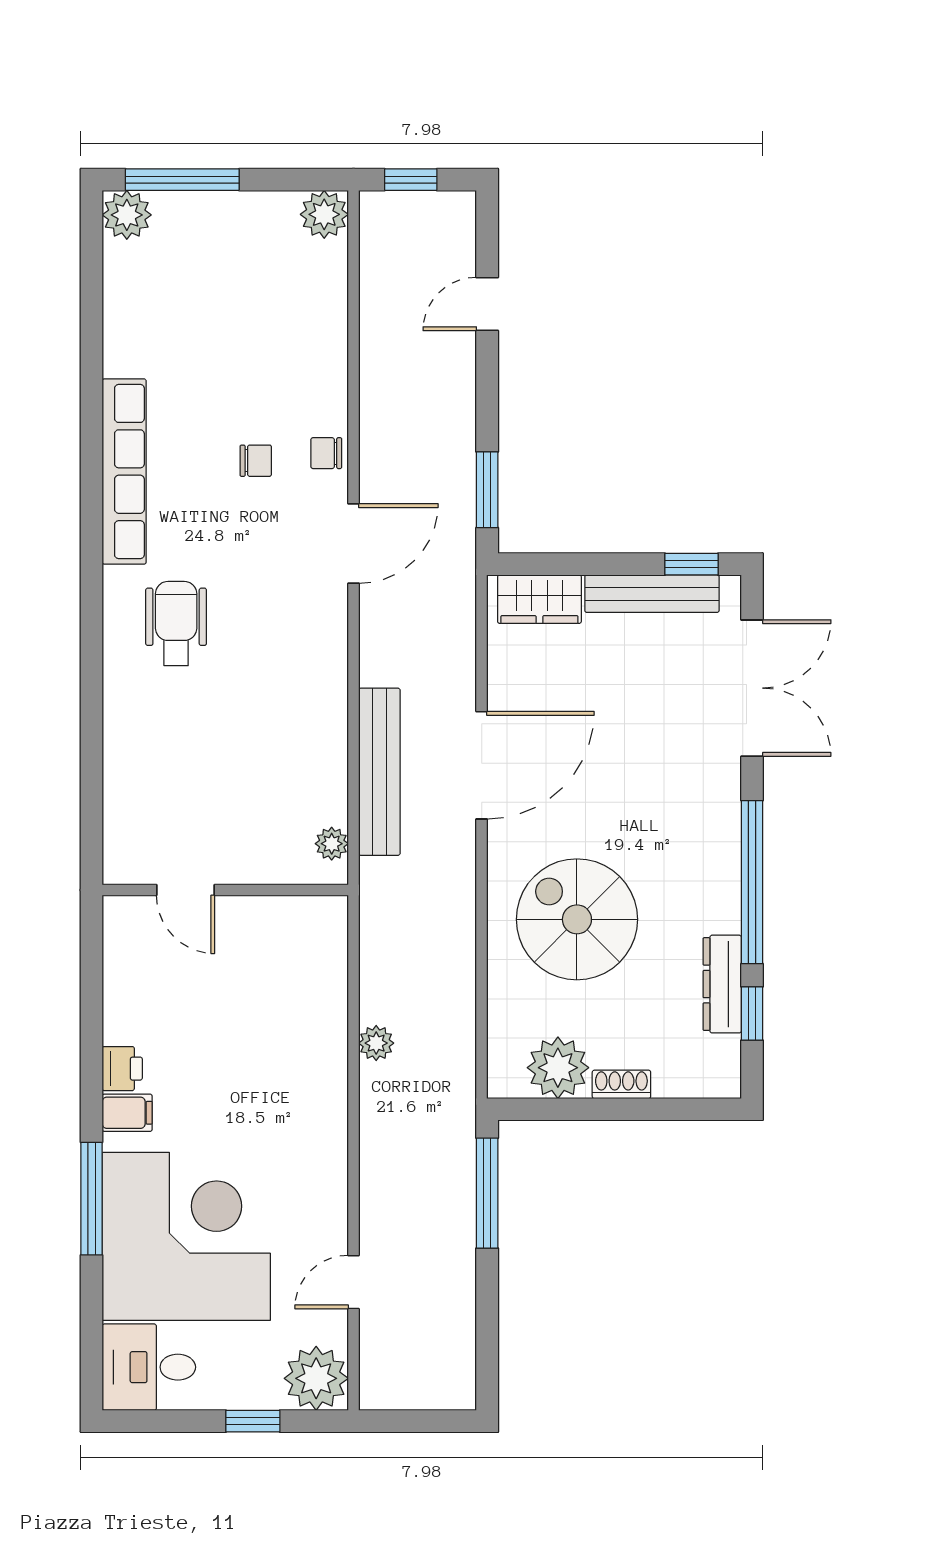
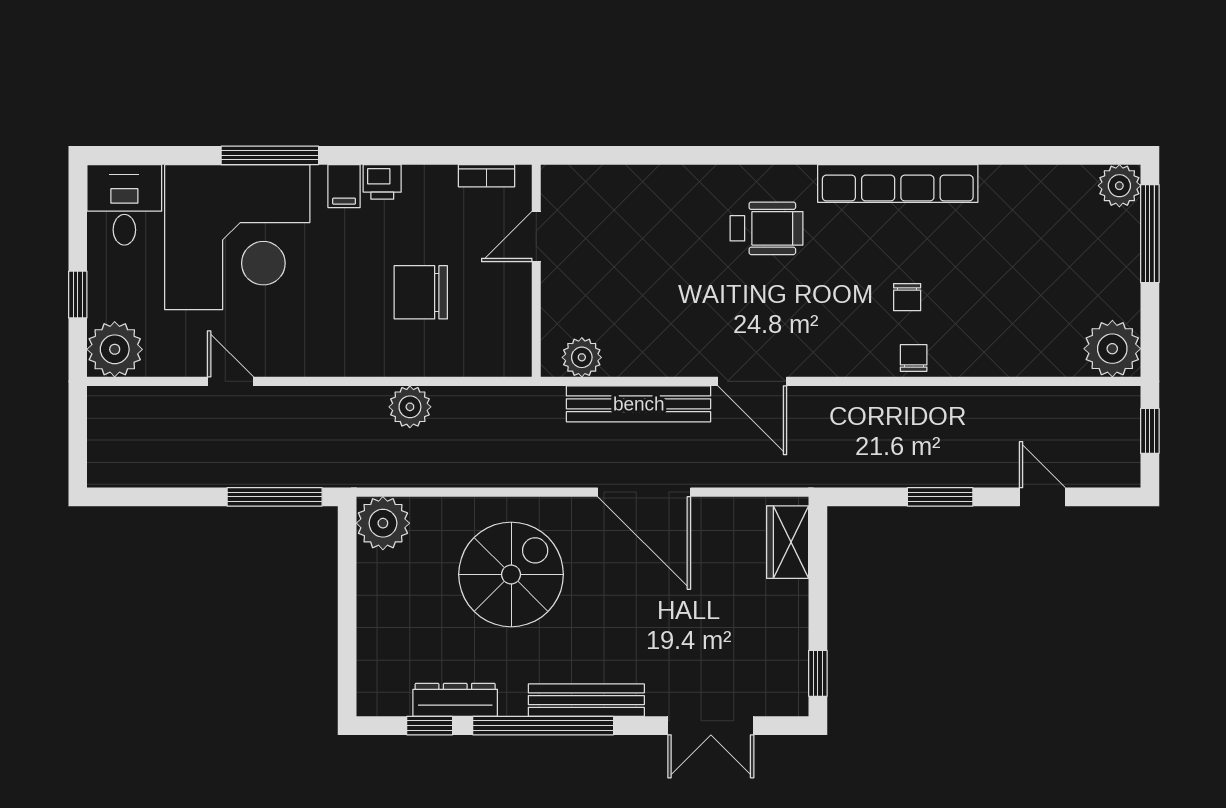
plant: (324, 214) -> (1112, 349), width x1.36, depth x1.36
window: (487, 490) -> (940, 497), moved
door: (353, 544) -> (752, 381), moved
bench: (652, 594) -> (586, 700), moved, turned 90
double door: (752, 688) -> (711, 726), width x0.73
plant: (332, 844) -> (582, 357), width x1.38, depth x1.38
bookcase: (115, 948) -> (486, 176), added
chair: (250, 1024) -> (421, 292), added
plant: (376, 1043) -> (410, 407), width x1.38, depth x1.38
plant: (558, 1068) -> (383, 523), moved
shoe rack: (621, 1084) -> (369, 613), removed
door: (353, 1282) -> (231, 381), moved

